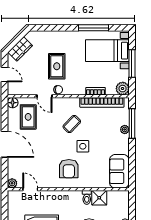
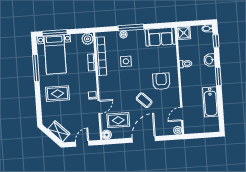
window: (132, 63) -> (55, 33), moved
rug: (57, 66) -> (58, 94), moved
coffee table: (72, 124) -> (144, 100), moved
window: (132, 124) -> (131, 28), moved
side table: (83, 146) -> (126, 61), moved
armchair: (69, 169) -> (161, 81), turned -90
shower: (99, 198) -> (184, 33), moved

